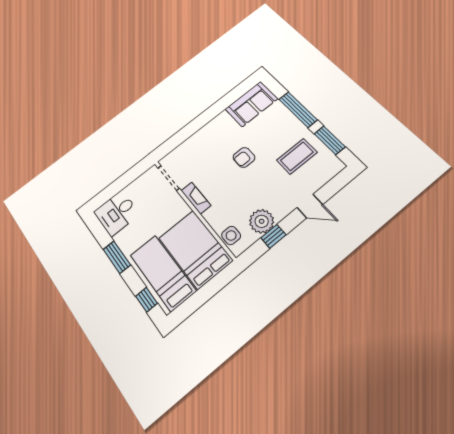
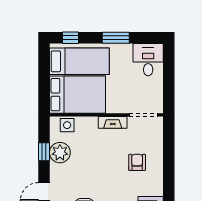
armchair: (244, 157) -> (137, 162), moved

